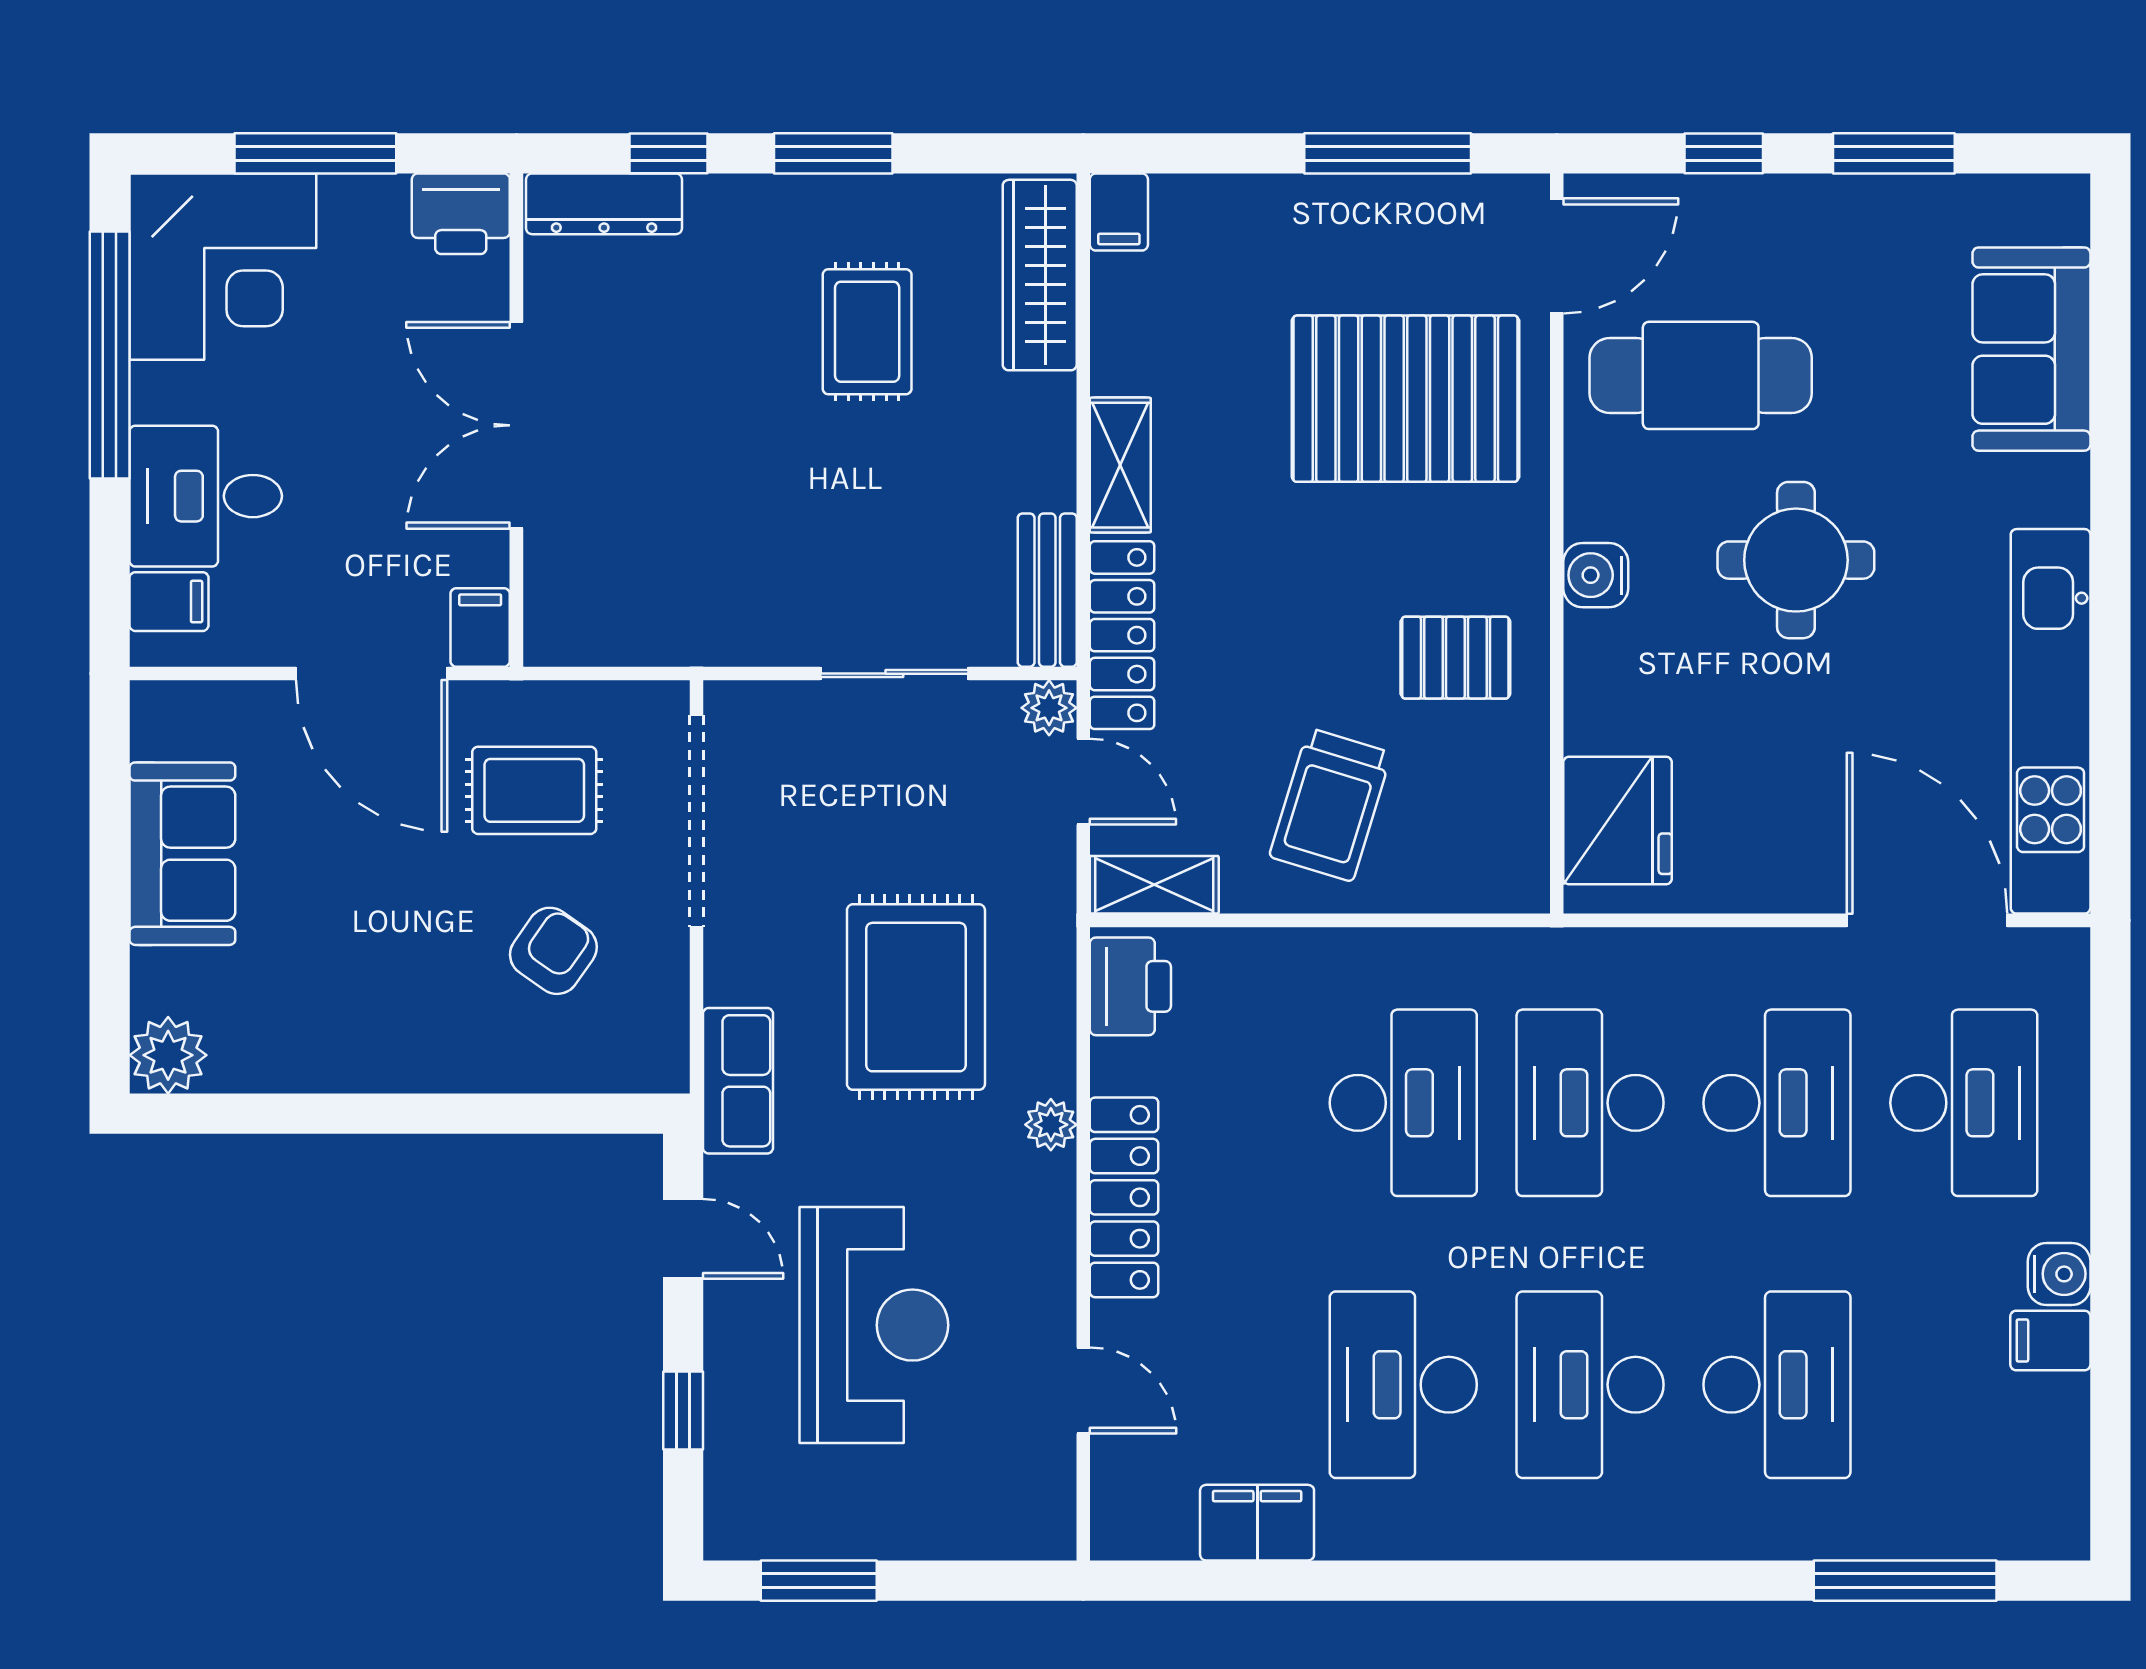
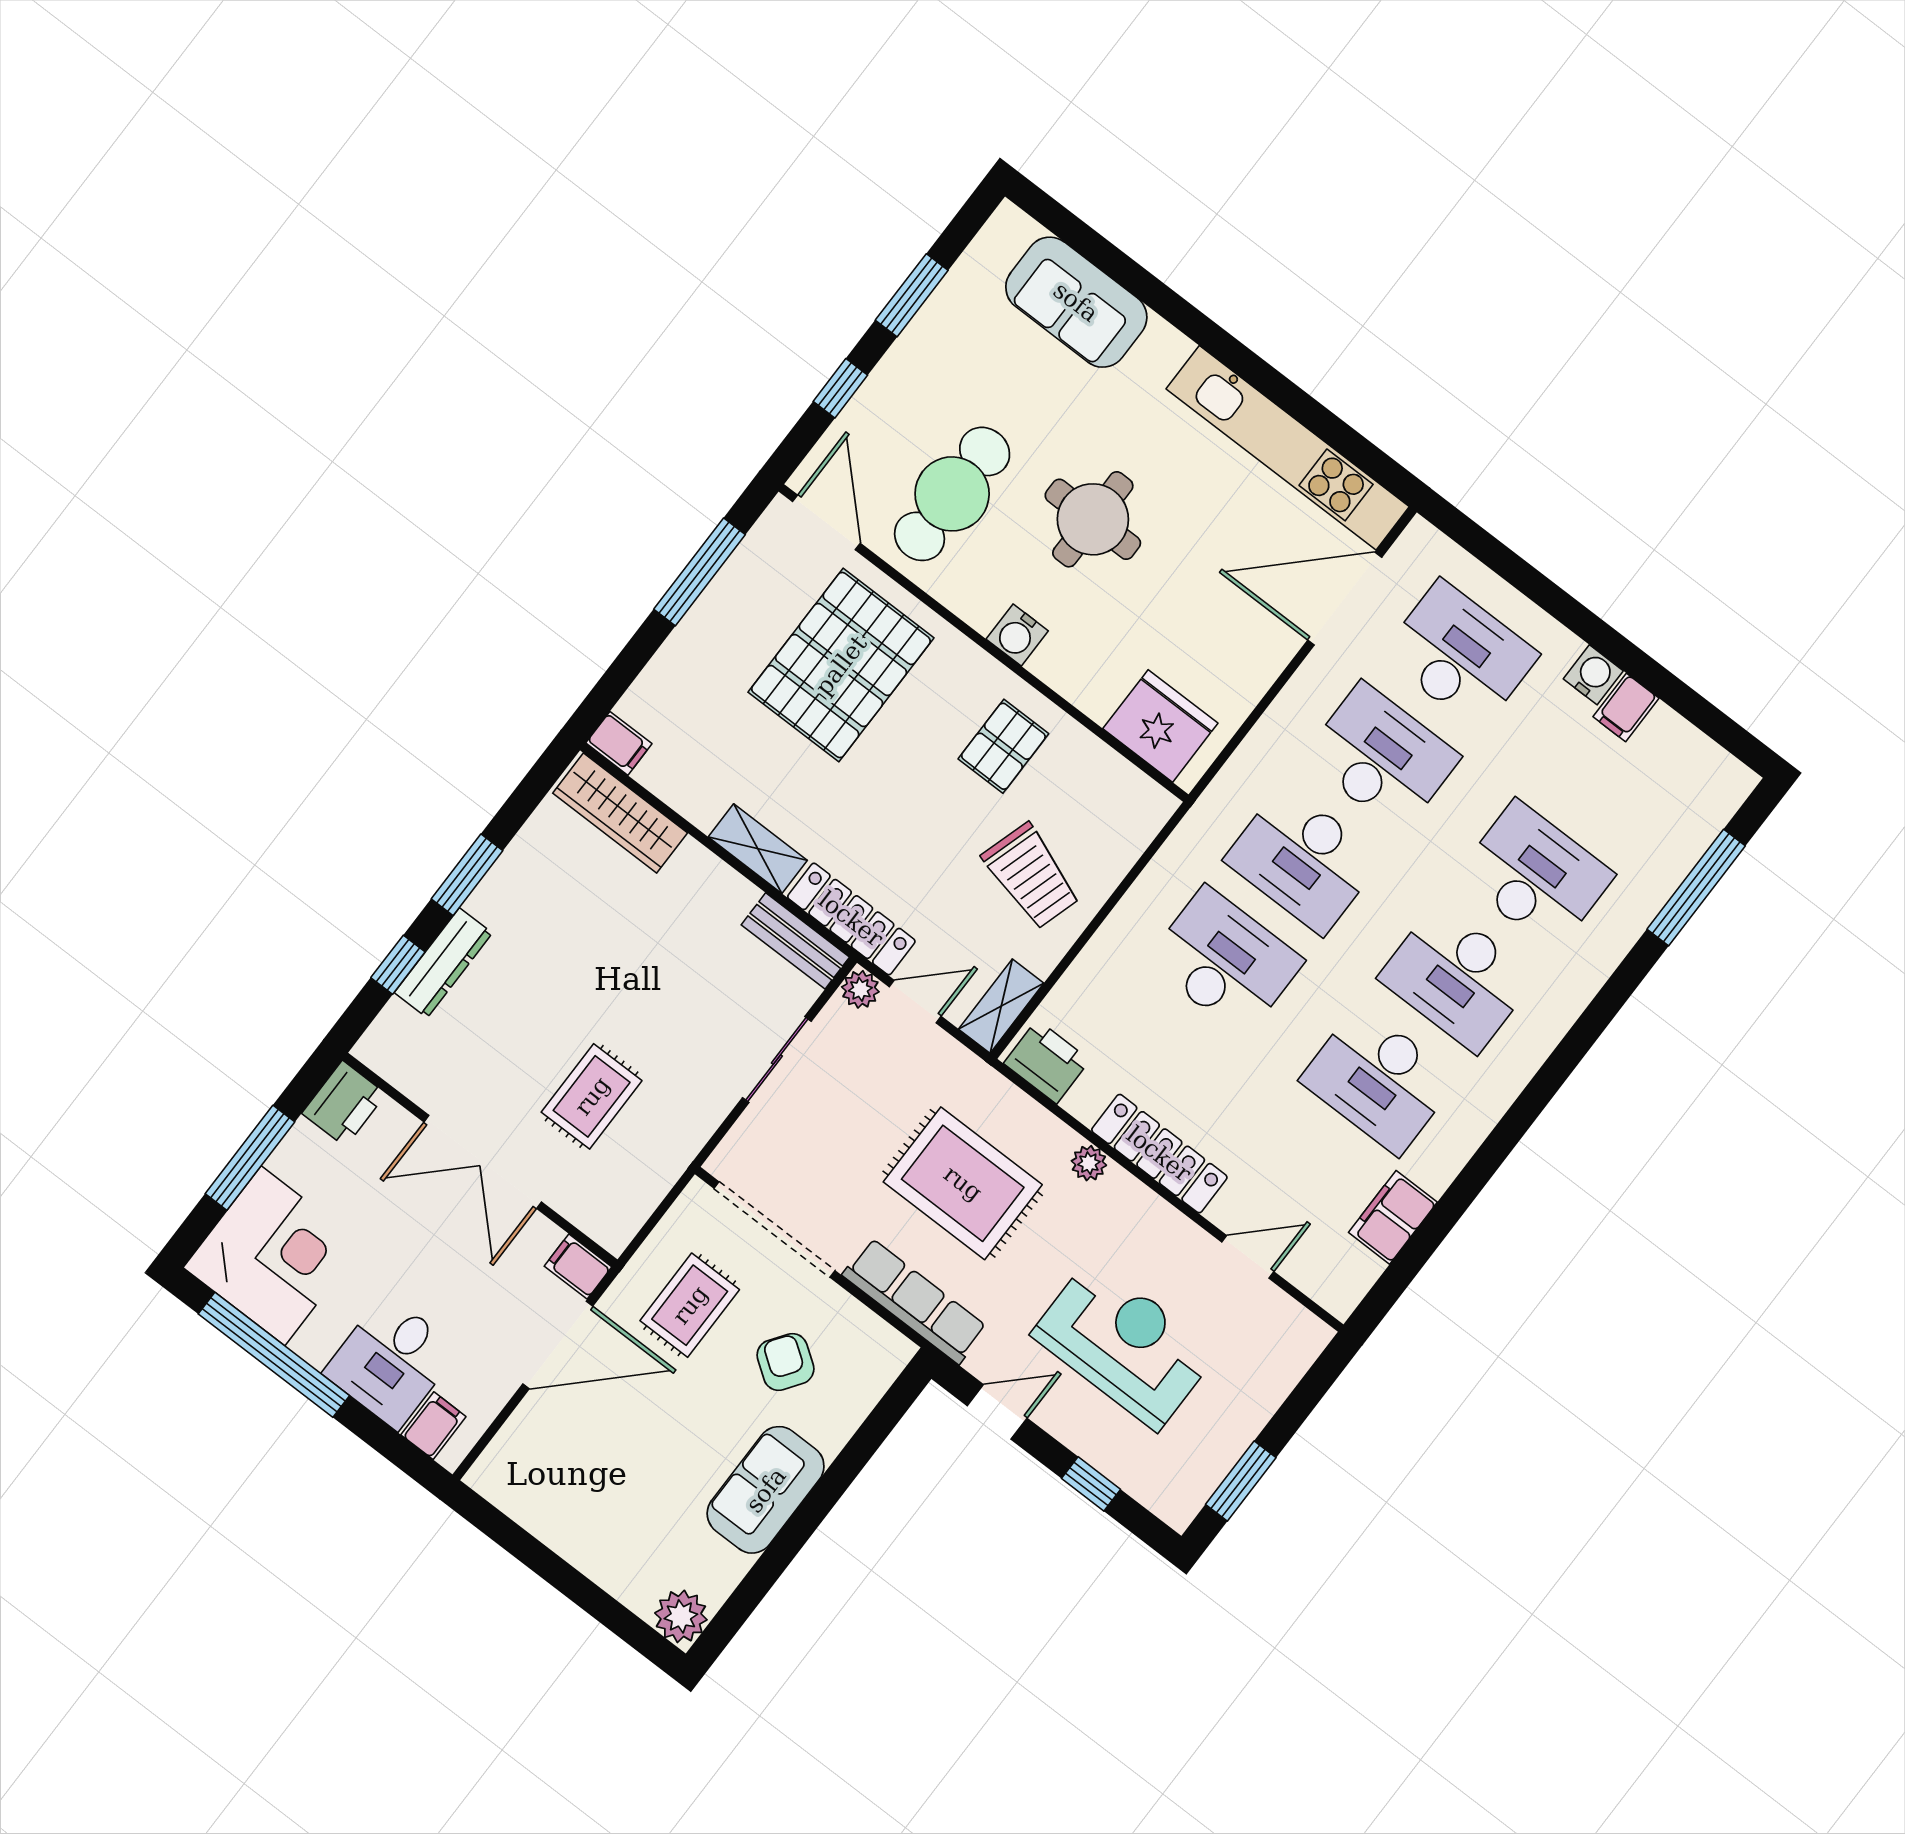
dresser: (604, 204) -> (443, 963), moved
rug: (867, 332) -> (592, 1096), moved, turned 90
sofa: (182, 854) -> (766, 1490), moved, turned -90
row of seats: (738, 1081) -> (915, 1301), width x1.48

